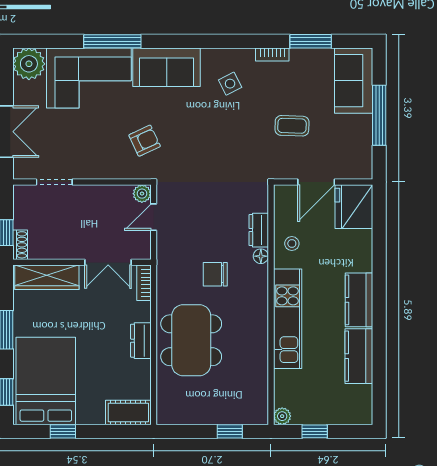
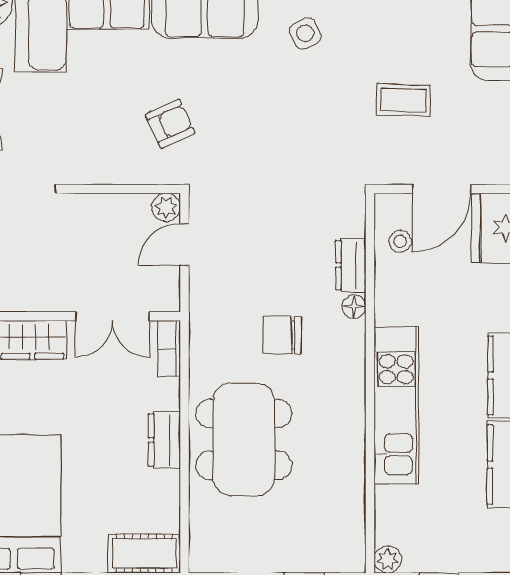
stool: (292, 244) -> (400, 241), moved

